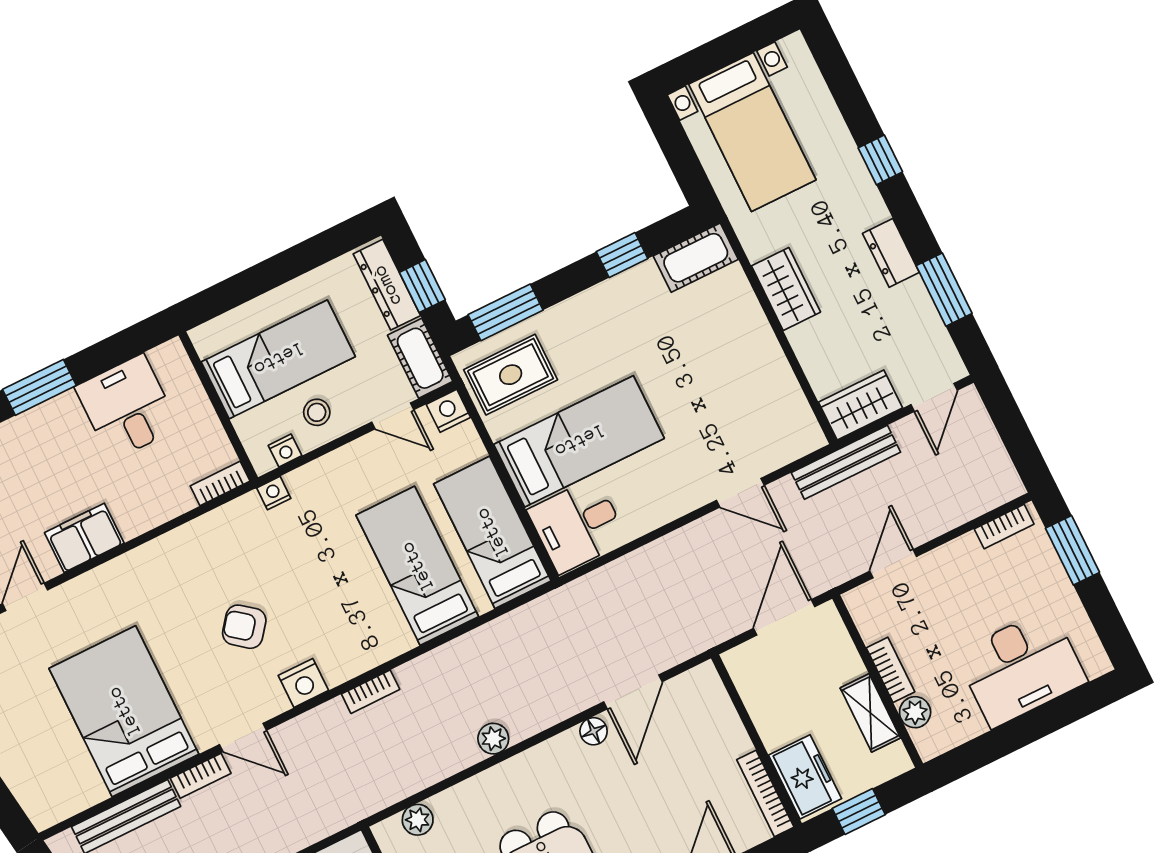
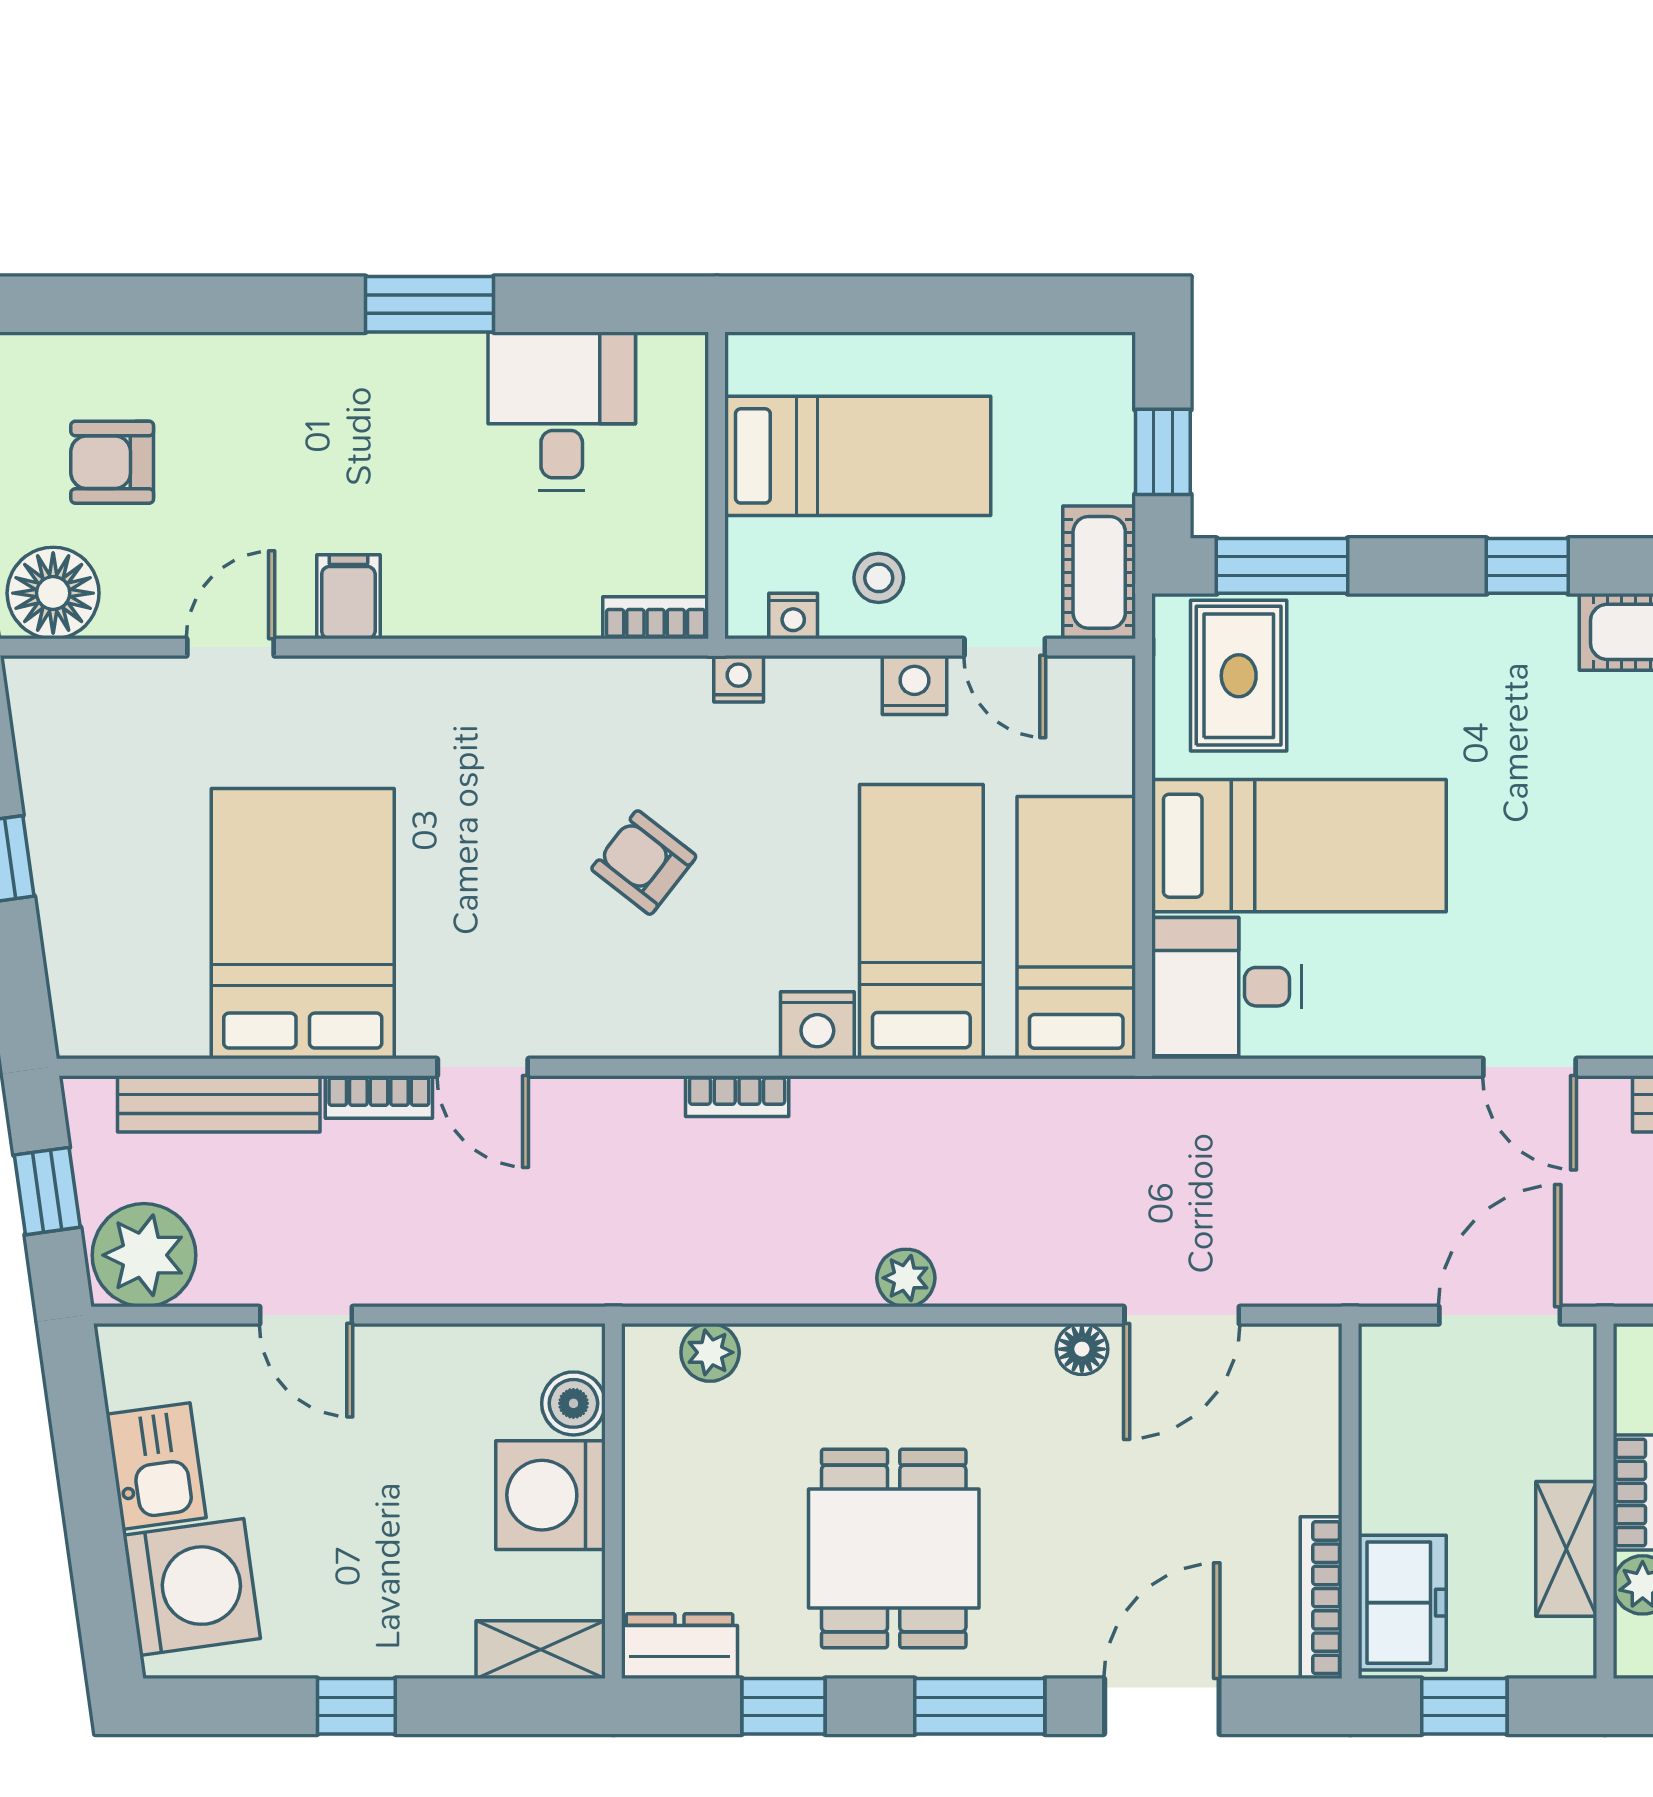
dresser: (387, 285) -> (1104, 420), removed
rug: (511, 375) -> (1239, 676), turned 90
nightstand: (448, 411) -> (914, 685), moved
filing cabinet: (84, 538) -> (348, 597), width x0.50
armchair: (244, 627) -> (644, 863), moved
nightstand: (303, 683) -> (817, 1025), moved

